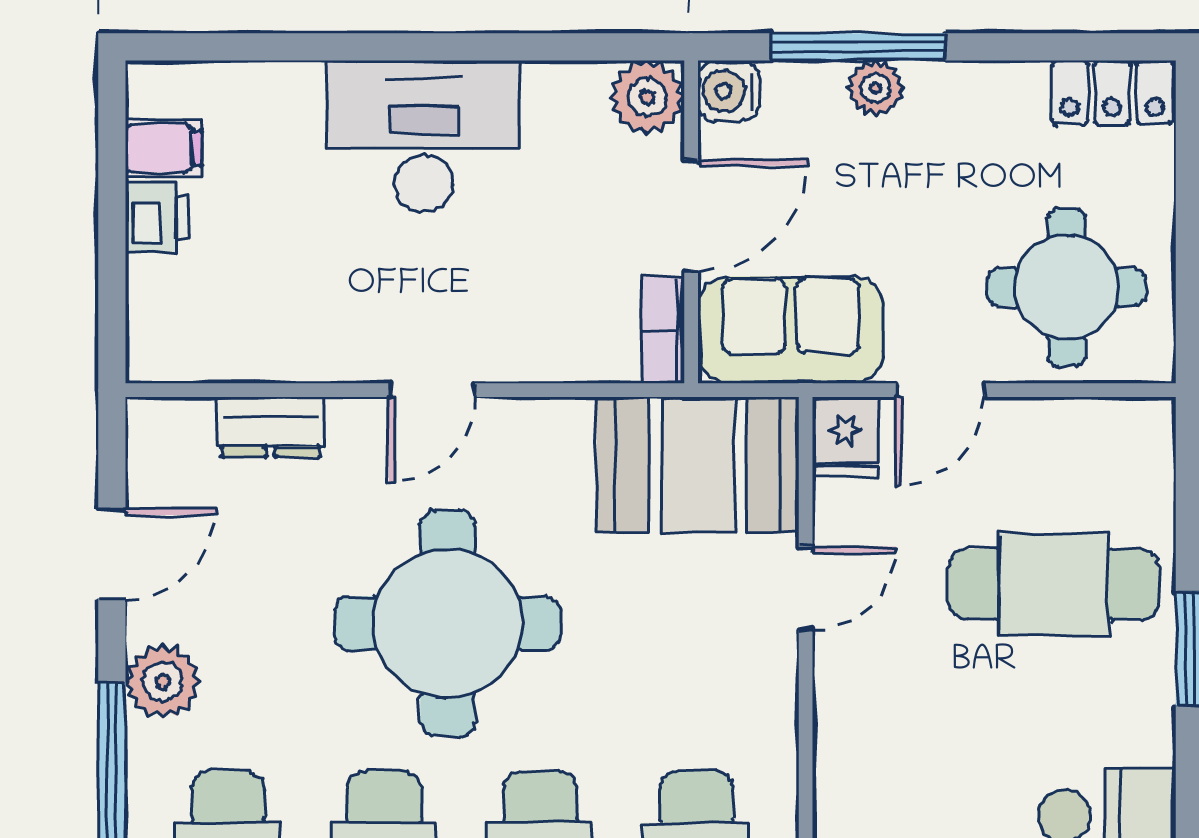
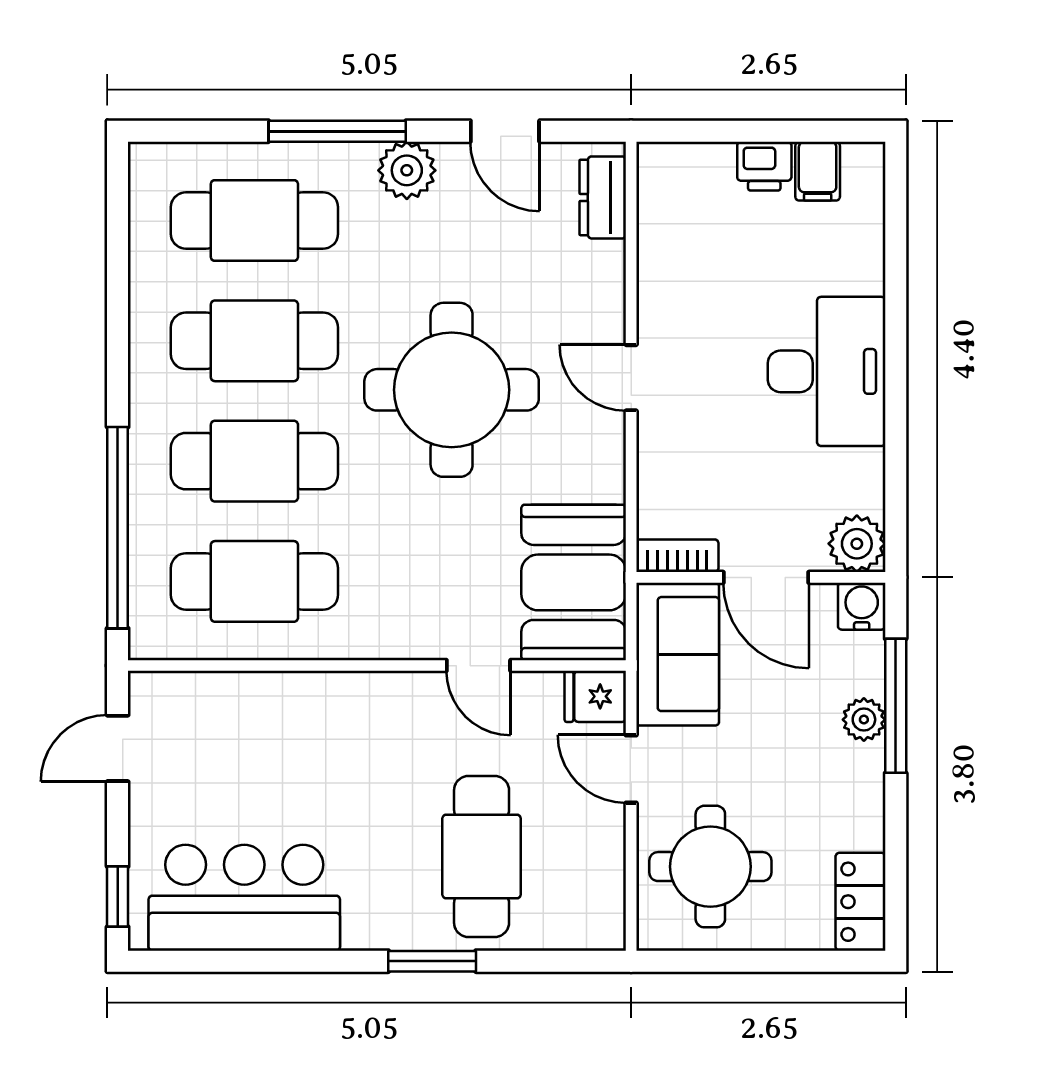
dresser: (270, 427) -> (603, 197), moved

